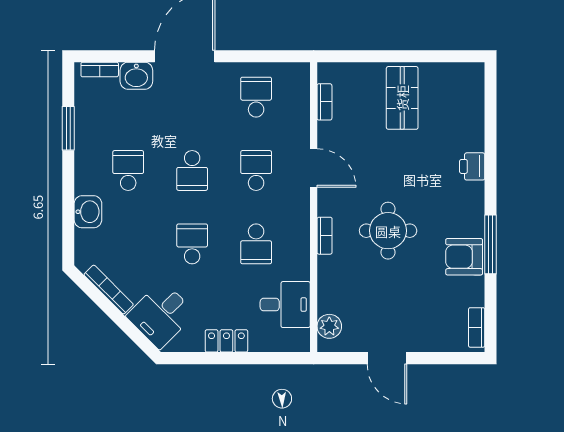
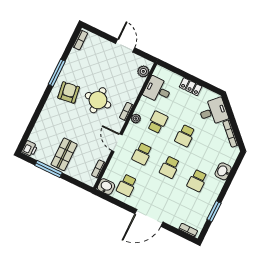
window: (418, 56) -> (49, 169), added
washbasin: (136, 76) -> (106, 187), moved
printer: (472, 166) -> (30, 149), moved
school desk: (192, 170) -> (170, 167), turned 180
plant: (300, 231) -> (136, 119), added
armchair: (464, 257) -> (69, 92), moved, turned -98

